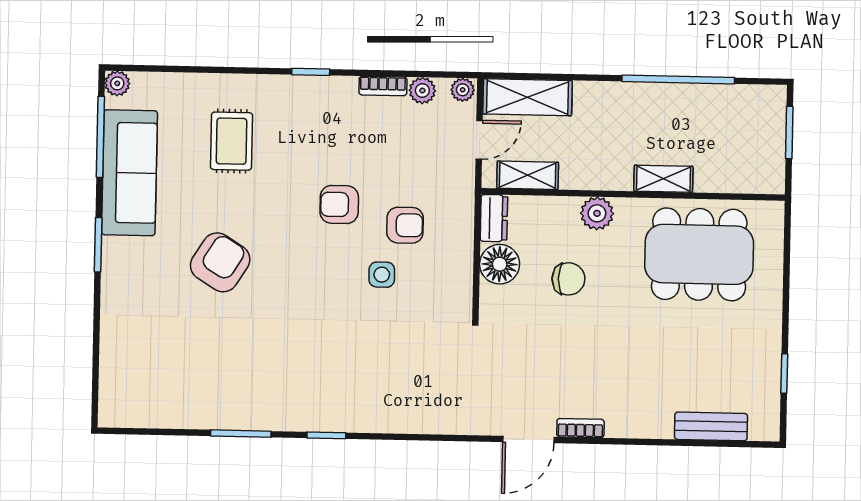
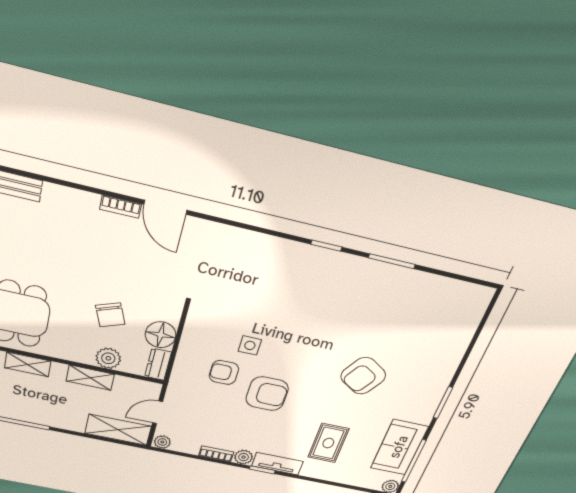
tv unit: (292, 88) -> (277, 464), added
plant: (422, 91) -> (244, 457), moved
sofa: (129, 173) -> (399, 447), width x0.73
shelving: (528, 175) -> (90, 378), moved
armchair: (339, 204) -> (267, 394), width x1.38, depth x1.38
plant: (597, 213) -> (108, 358), moved
chair: (568, 279) -> (110, 315), turned -111
door: (528, 440) -> (165, 207), swing flipped

